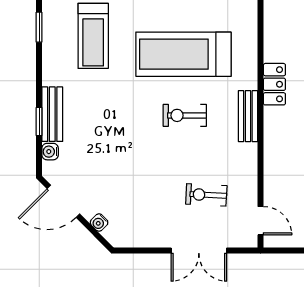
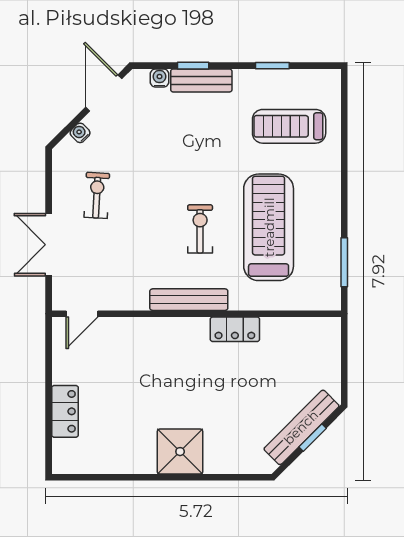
window: (39, 27) -> (272, 66), moved
bench: (248, 116) -> (189, 300), width x1.36
exercise bike: (206, 195) -> (97, 195), moved

